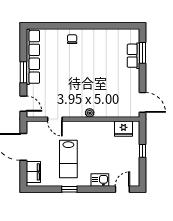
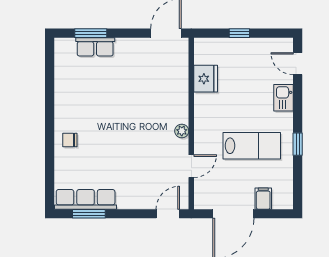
row of seats: (33, 57) -> (86, 199), width x0.73
window: (23, 72) -> (89, 214), moved
plant: (90, 113) -> (182, 131), moved
fridge: (124, 129) -> (206, 79), moved
filing cabinet: (33, 172) -> (263, 199), width x0.50

